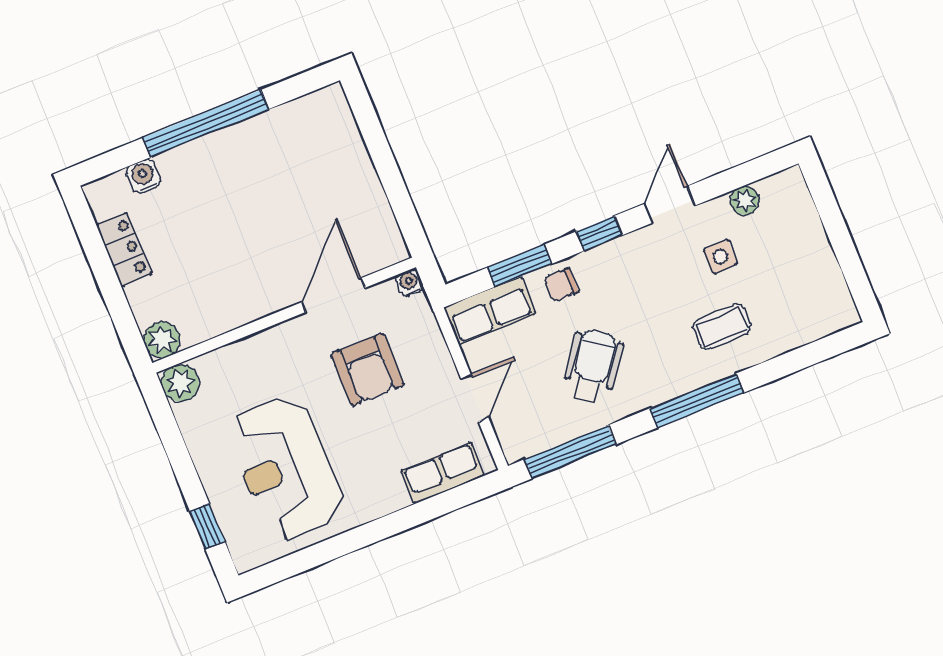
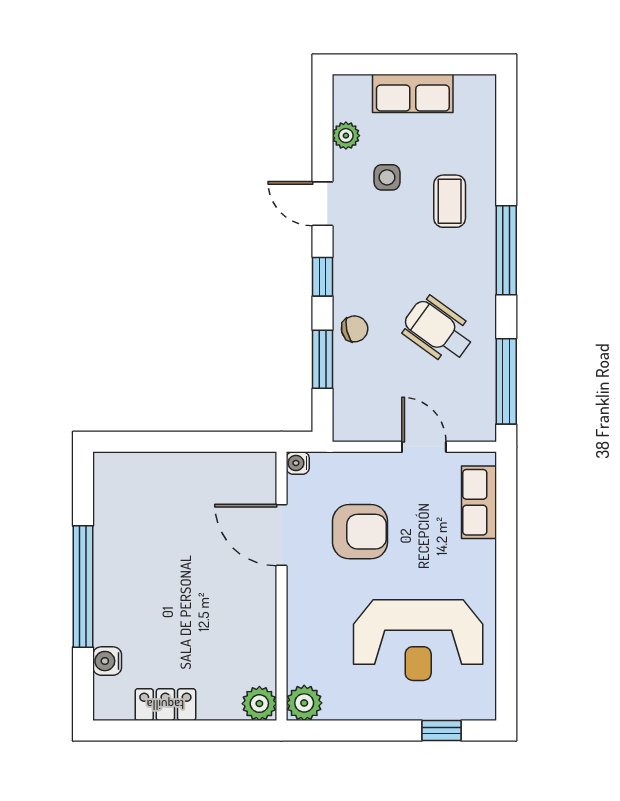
chair: (561, 285) -> (355, 329), turned -103
row of seats: (490, 310) -> (413, 93), moved, turned 90

